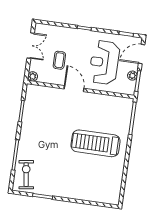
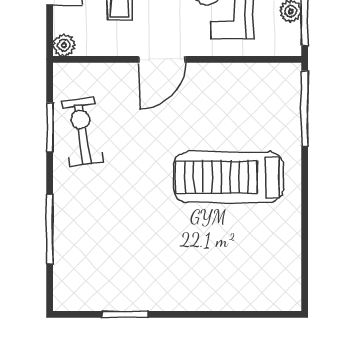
door: (74, 89) -> (162, 59), swing flipped
exercise bike: (26, 175) -> (82, 132), moved

